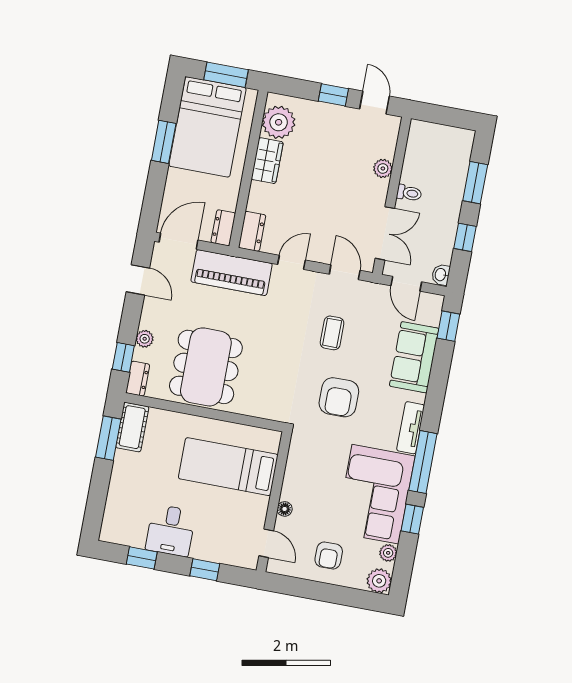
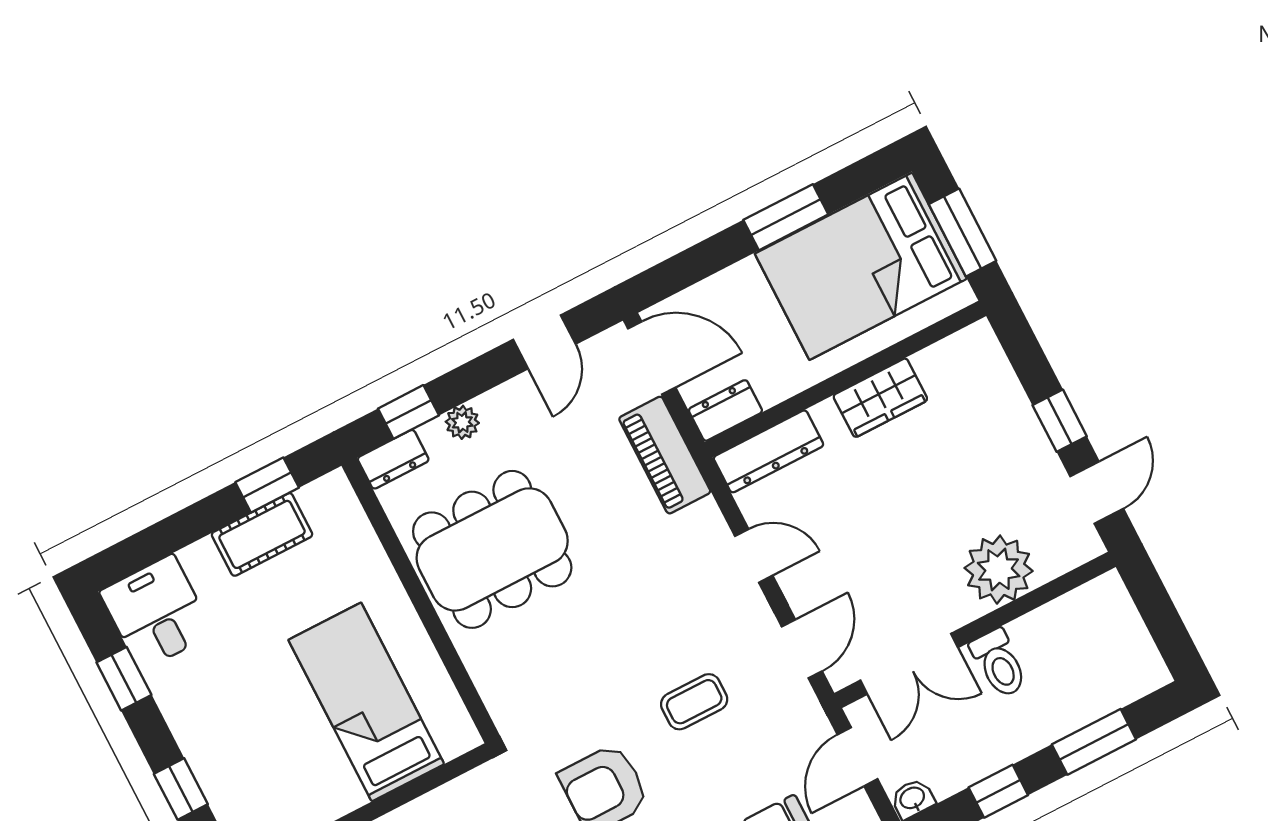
plant: (279, 122) -> (952, 369), removed
plant: (383, 168) -> (999, 570), width x1.88, depth x1.88
toilet: (409, 193) -> (999, 663), width x1.37, depth x1.39
dresser: (252, 231) -> (768, 451), width x1.44
piano: (232, 273) -> (665, 455), width x0.73, depth x0.75
cot: (132, 427) -> (262, 534), moved
window: (108, 438) -> (267, 485), width x0.67
desk: (171, 530) -> (157, 613), moved, turned 90

